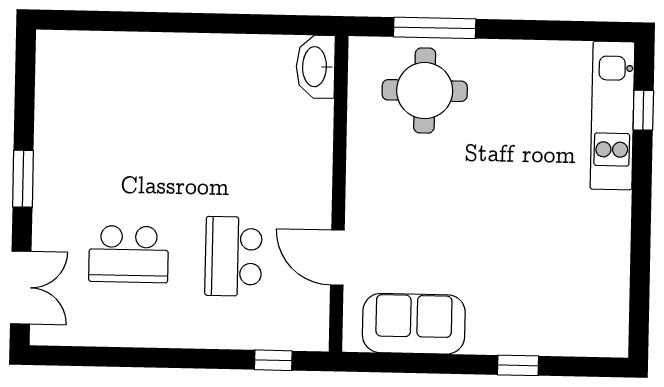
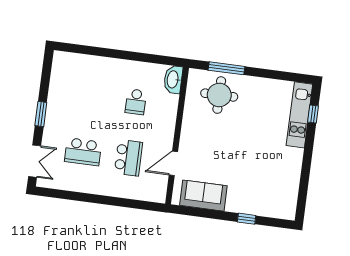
school desk: (236, 127) -> (136, 102), added
school desk: (233, 256) -> (128, 158), turned 180
door: (337, 258) -> (173, 163), hinge flipped
window: (273, 360) -> (141, 205), removed

